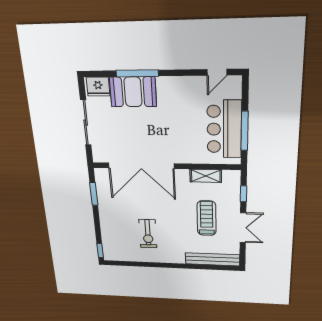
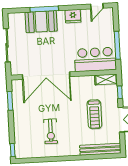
fridge: (98, 87) -> (73, 16), moved
bar counter: (224, 129) -> (95, 59), moved, turned 90
shelving: (206, 176) -> (106, 79), moved
treadmill: (207, 218) -> (94, 114), turned 180

